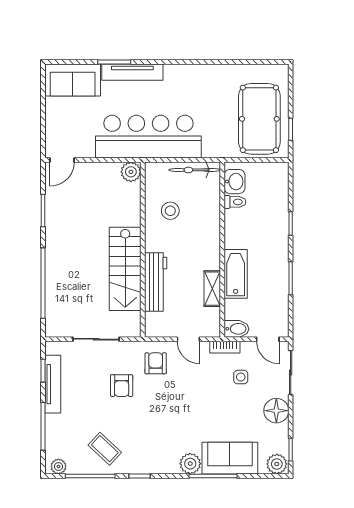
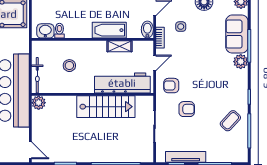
bicycle: (195, 170) -> (37, 75), moved
stool: (170, 211) -> (69, 66), moved
workbench: (156, 282) -> (122, 83), width x1.36, depth x1.32
plant: (58, 466) -> (243, 153), removed

